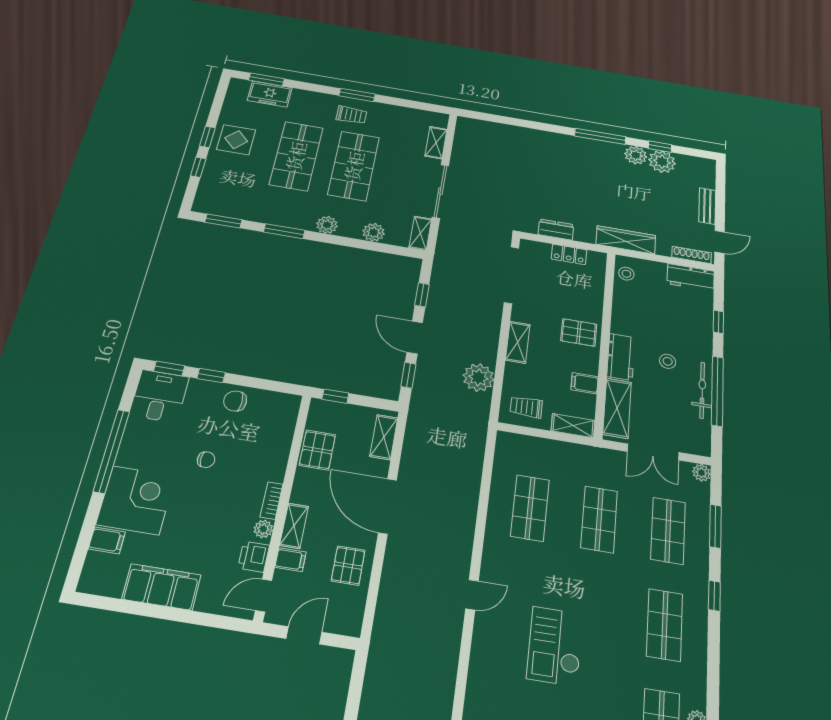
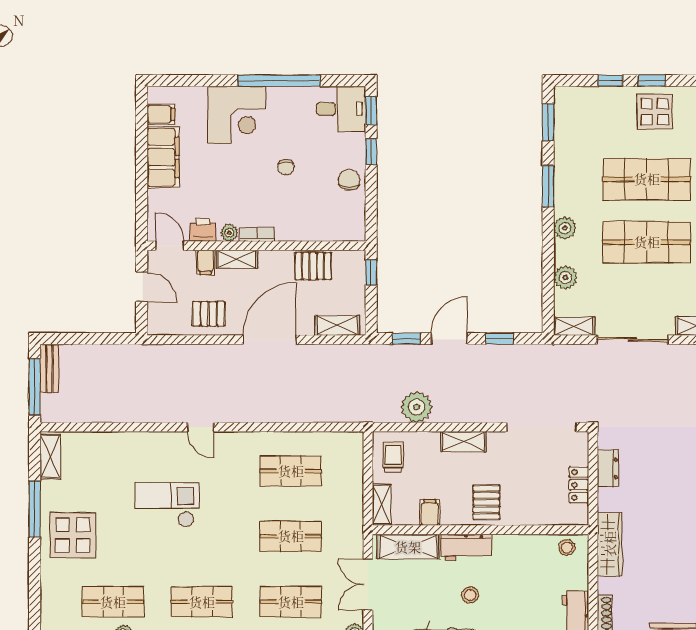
filing cabinet: (107, 540) -> (161, 114), moved, turned -90

